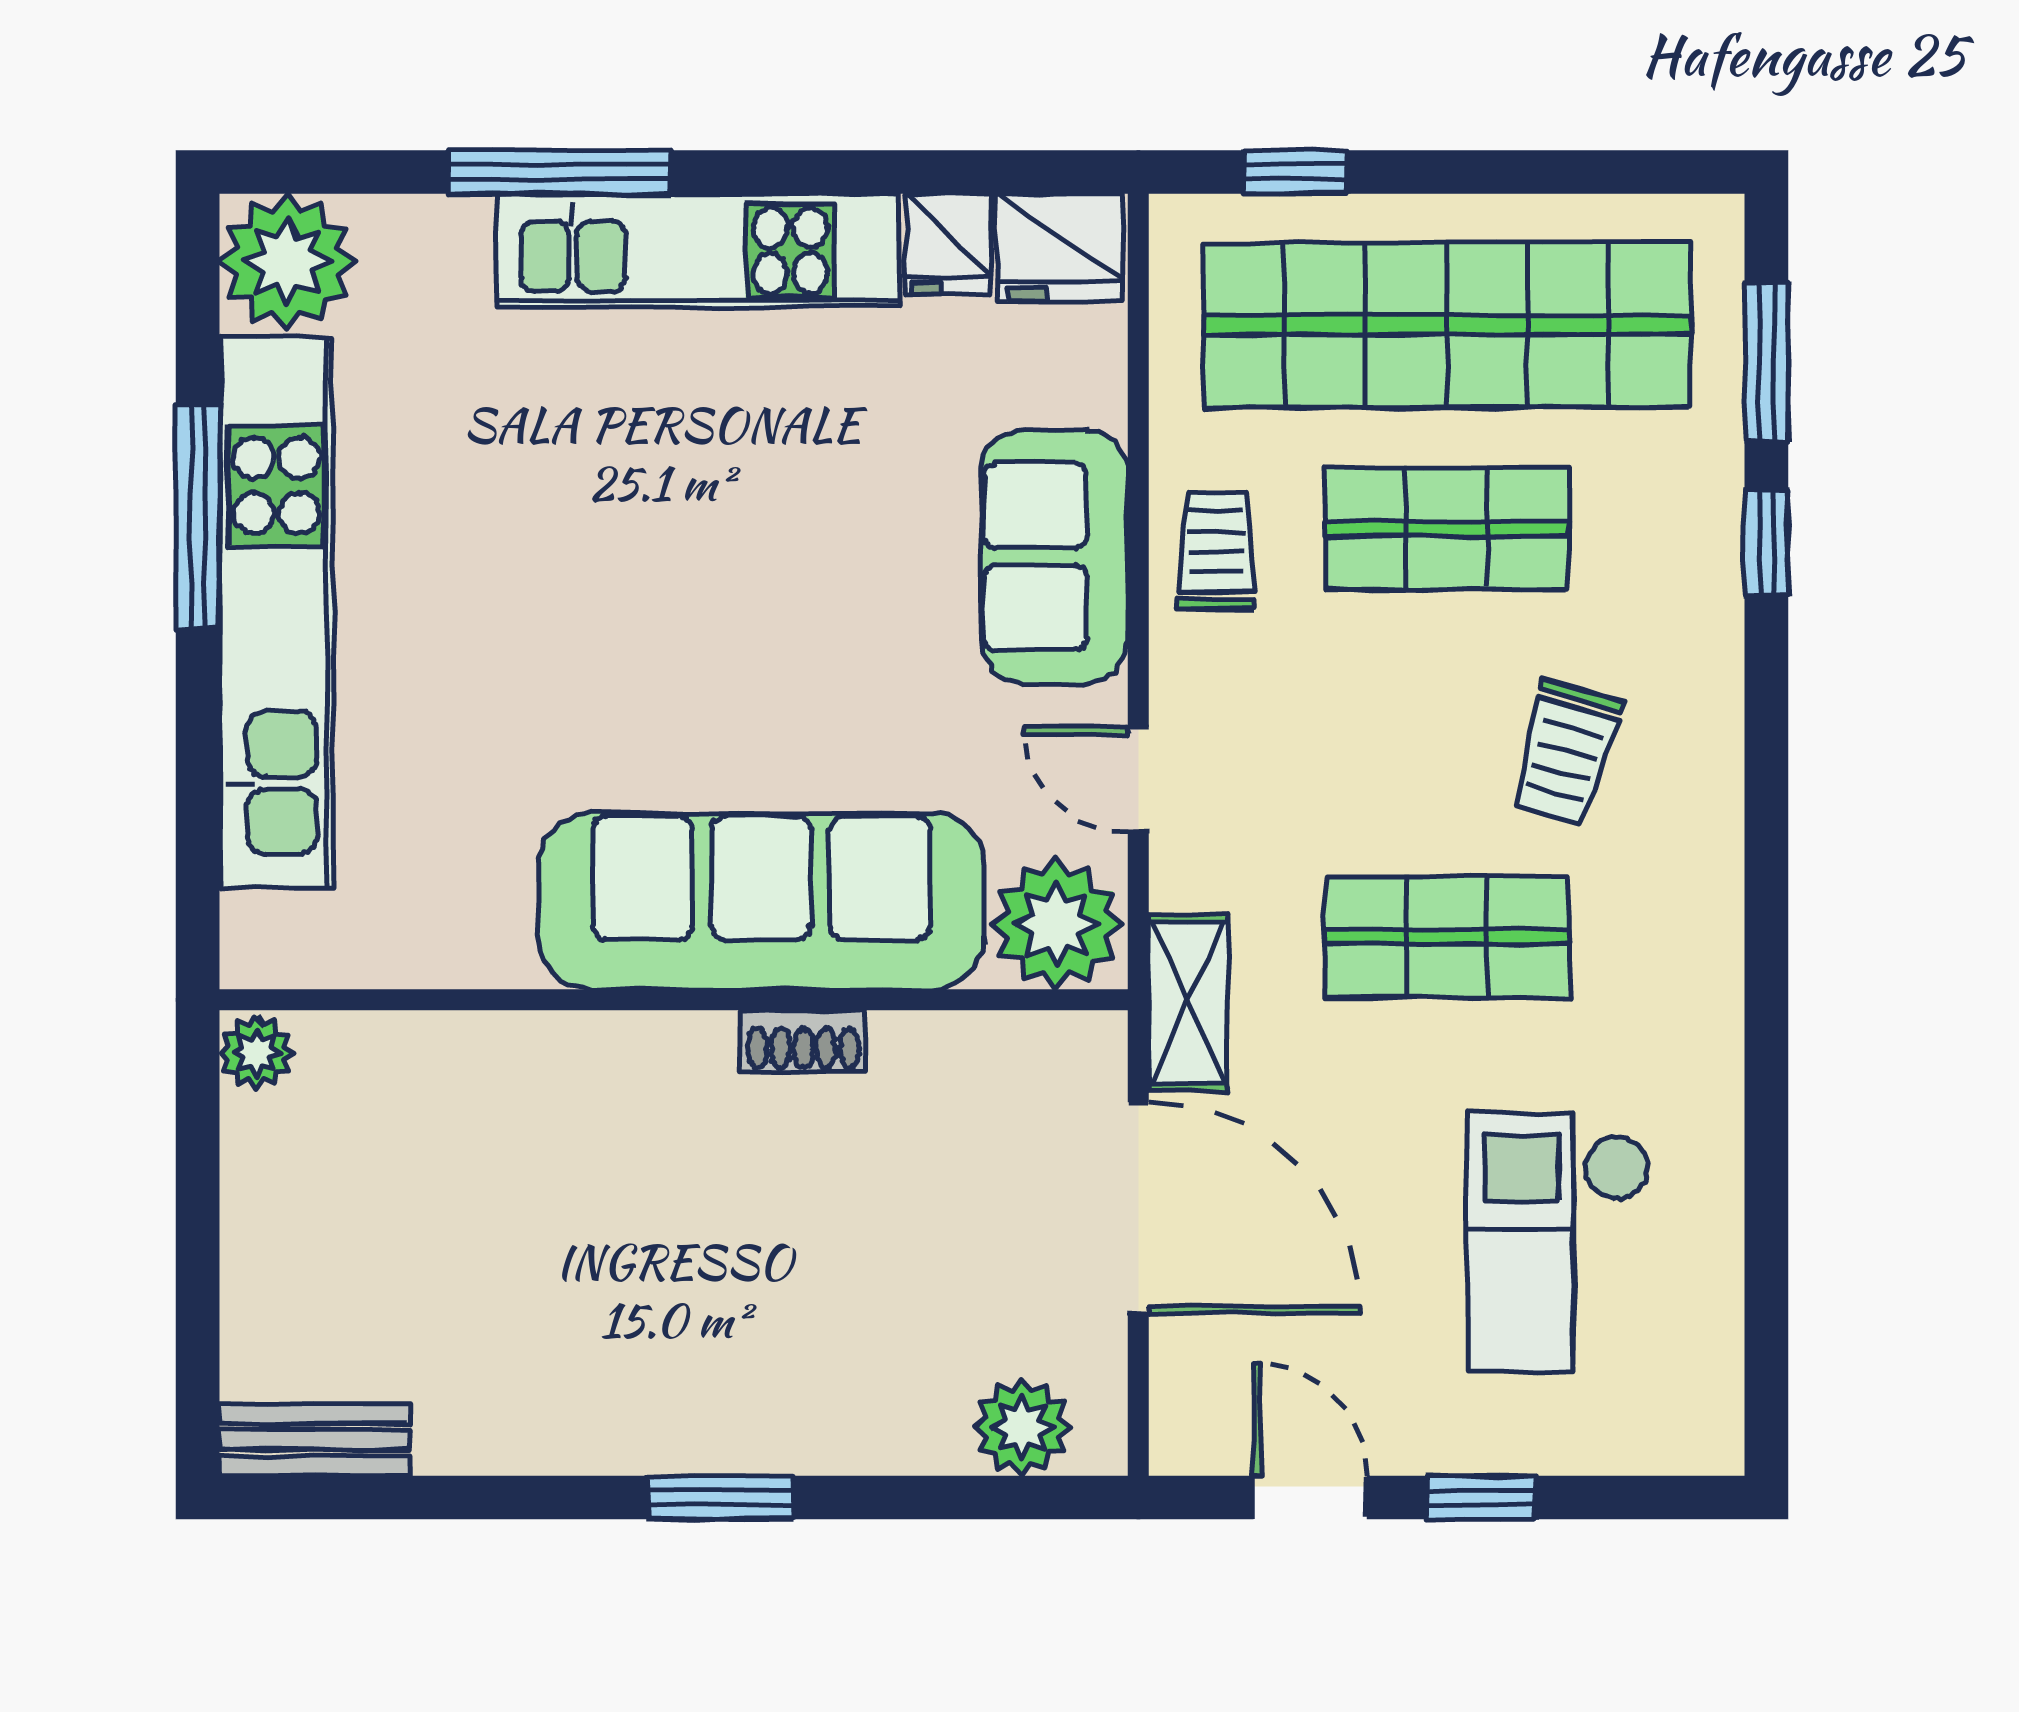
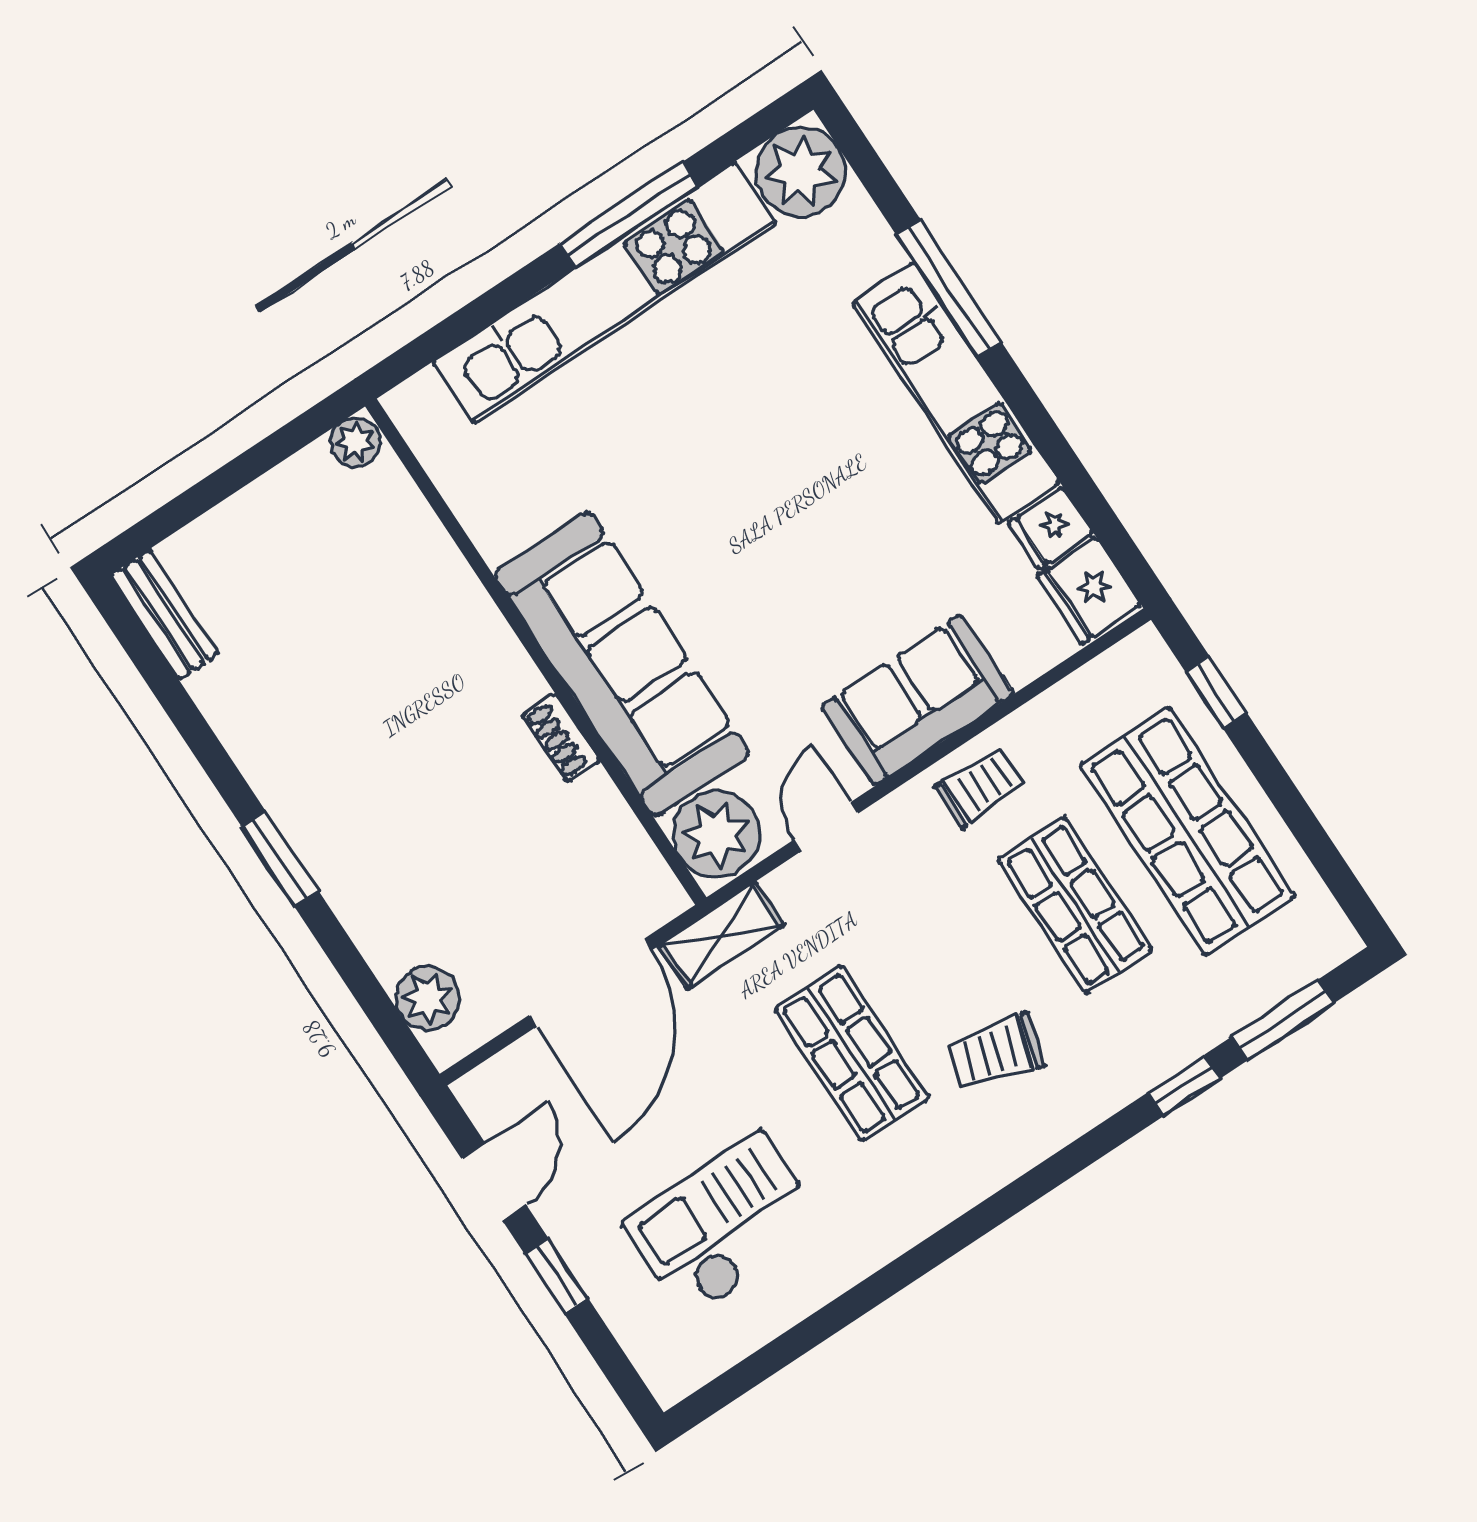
shop shelf: (1447, 325) -> (1187, 831), width x0.71

